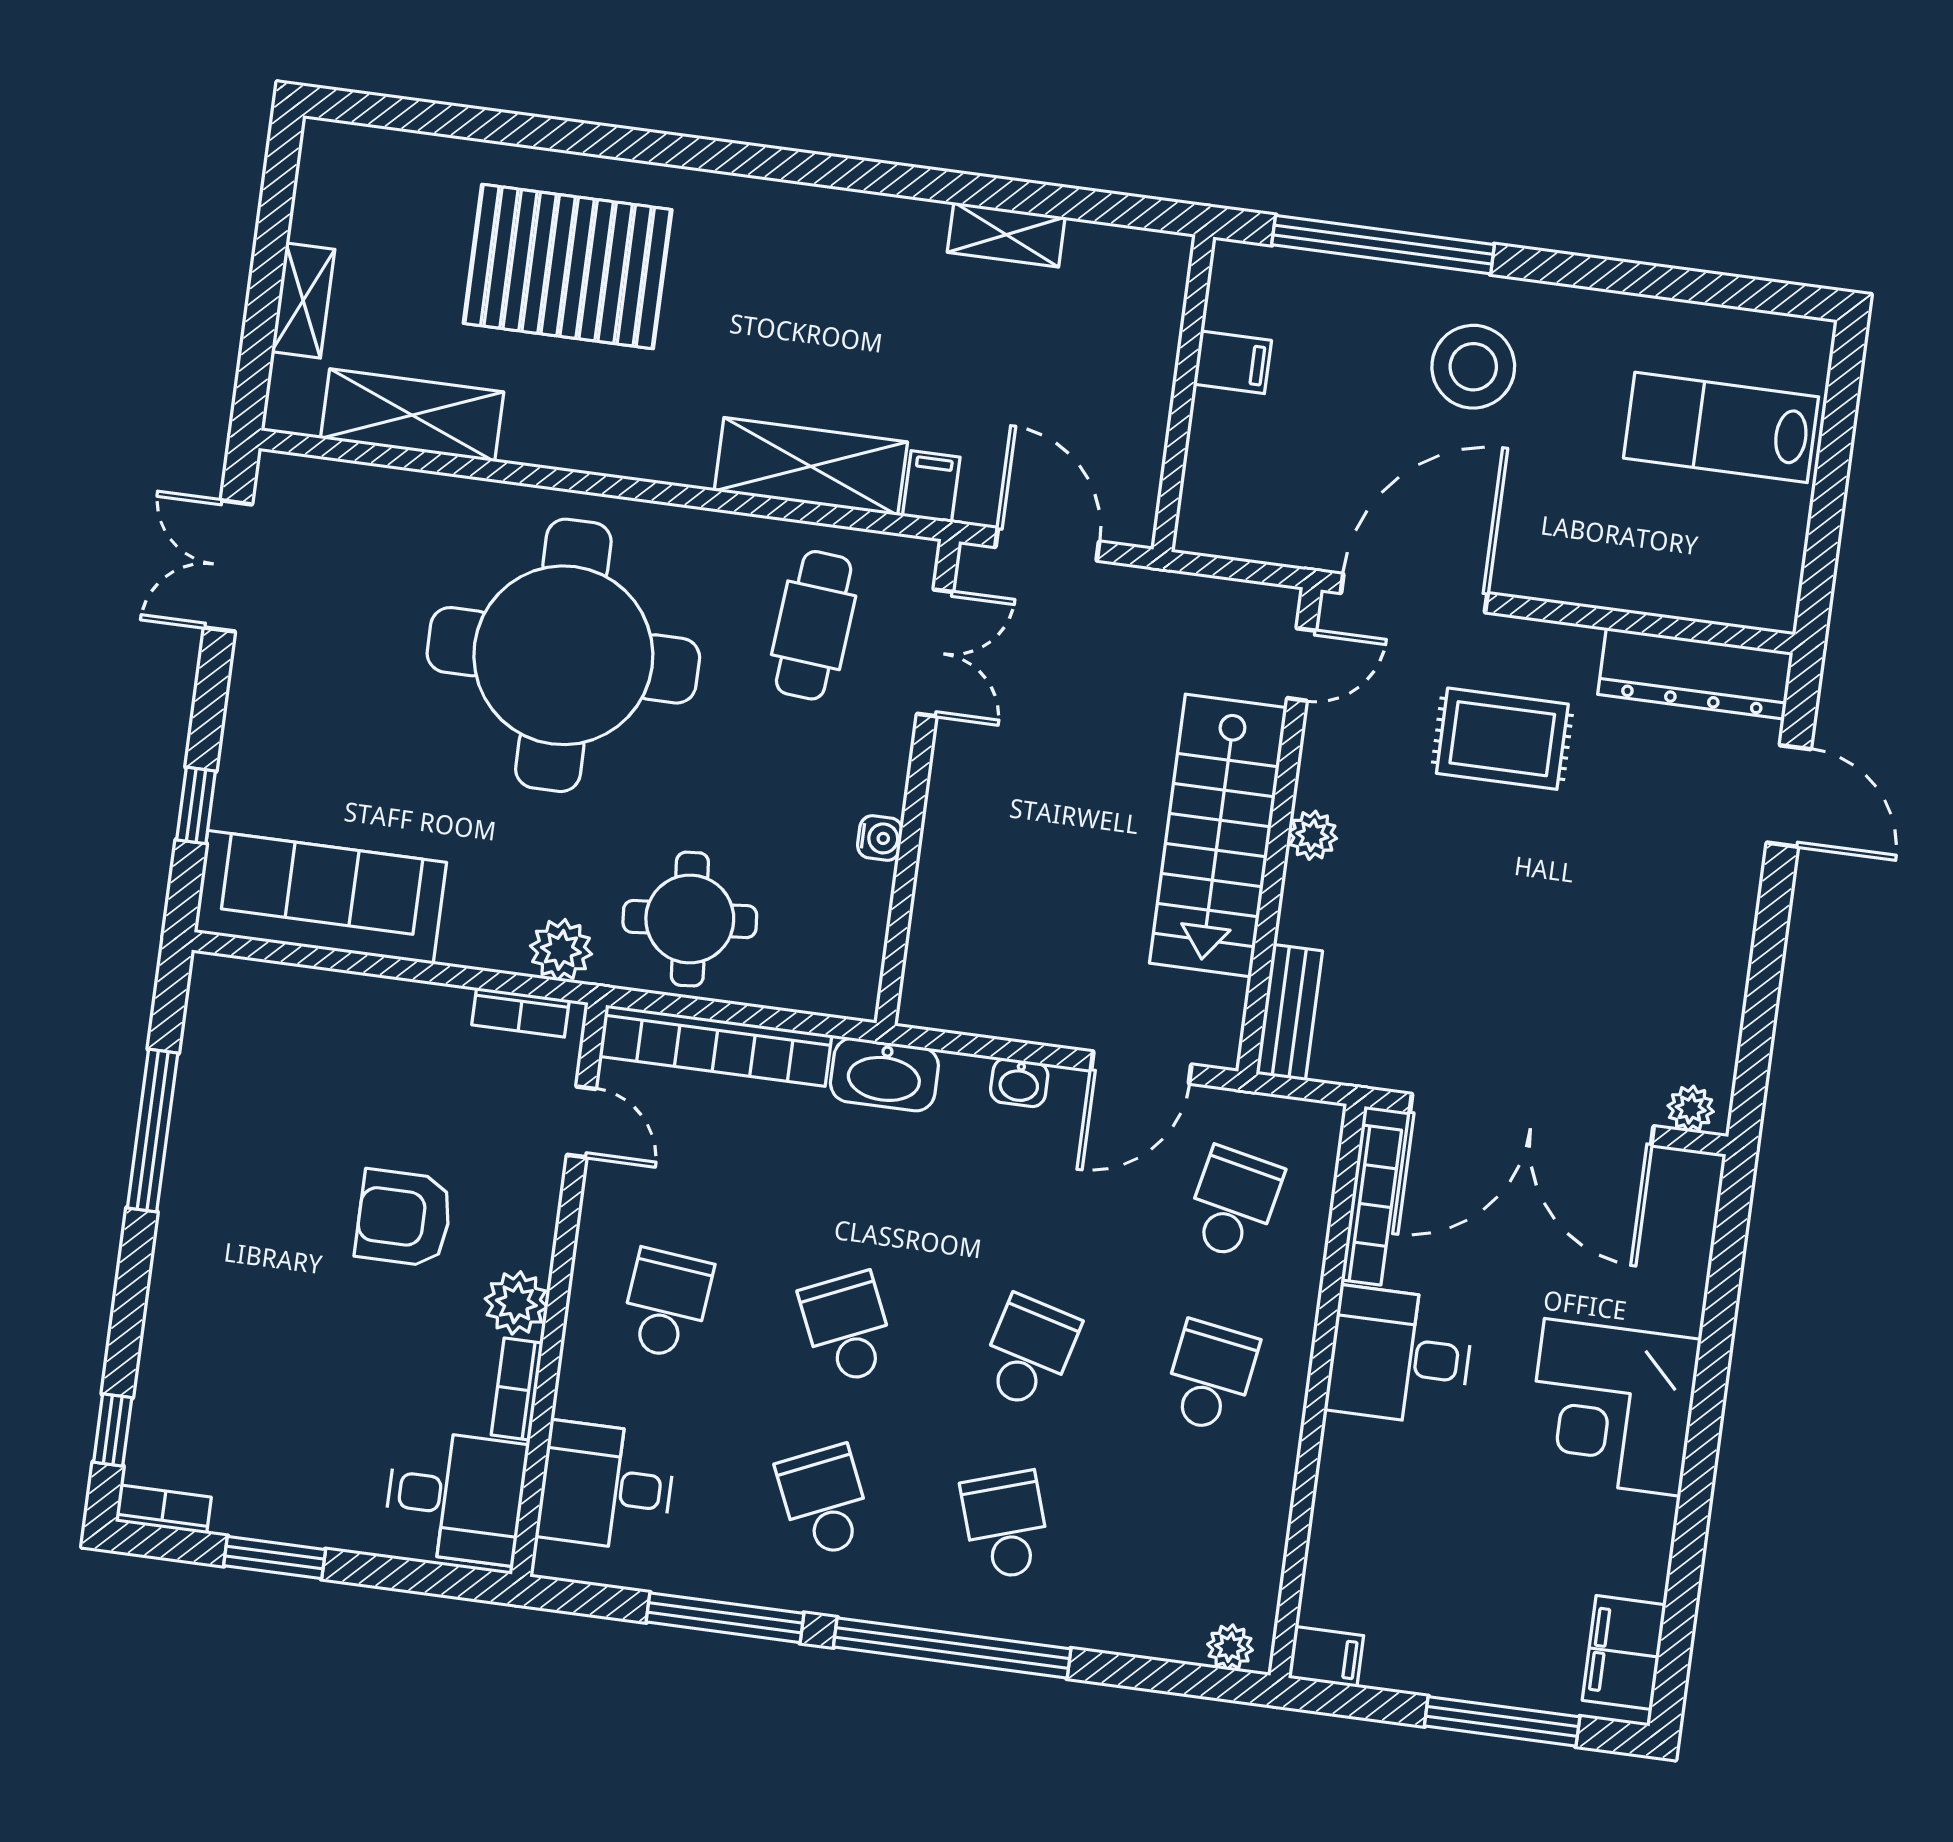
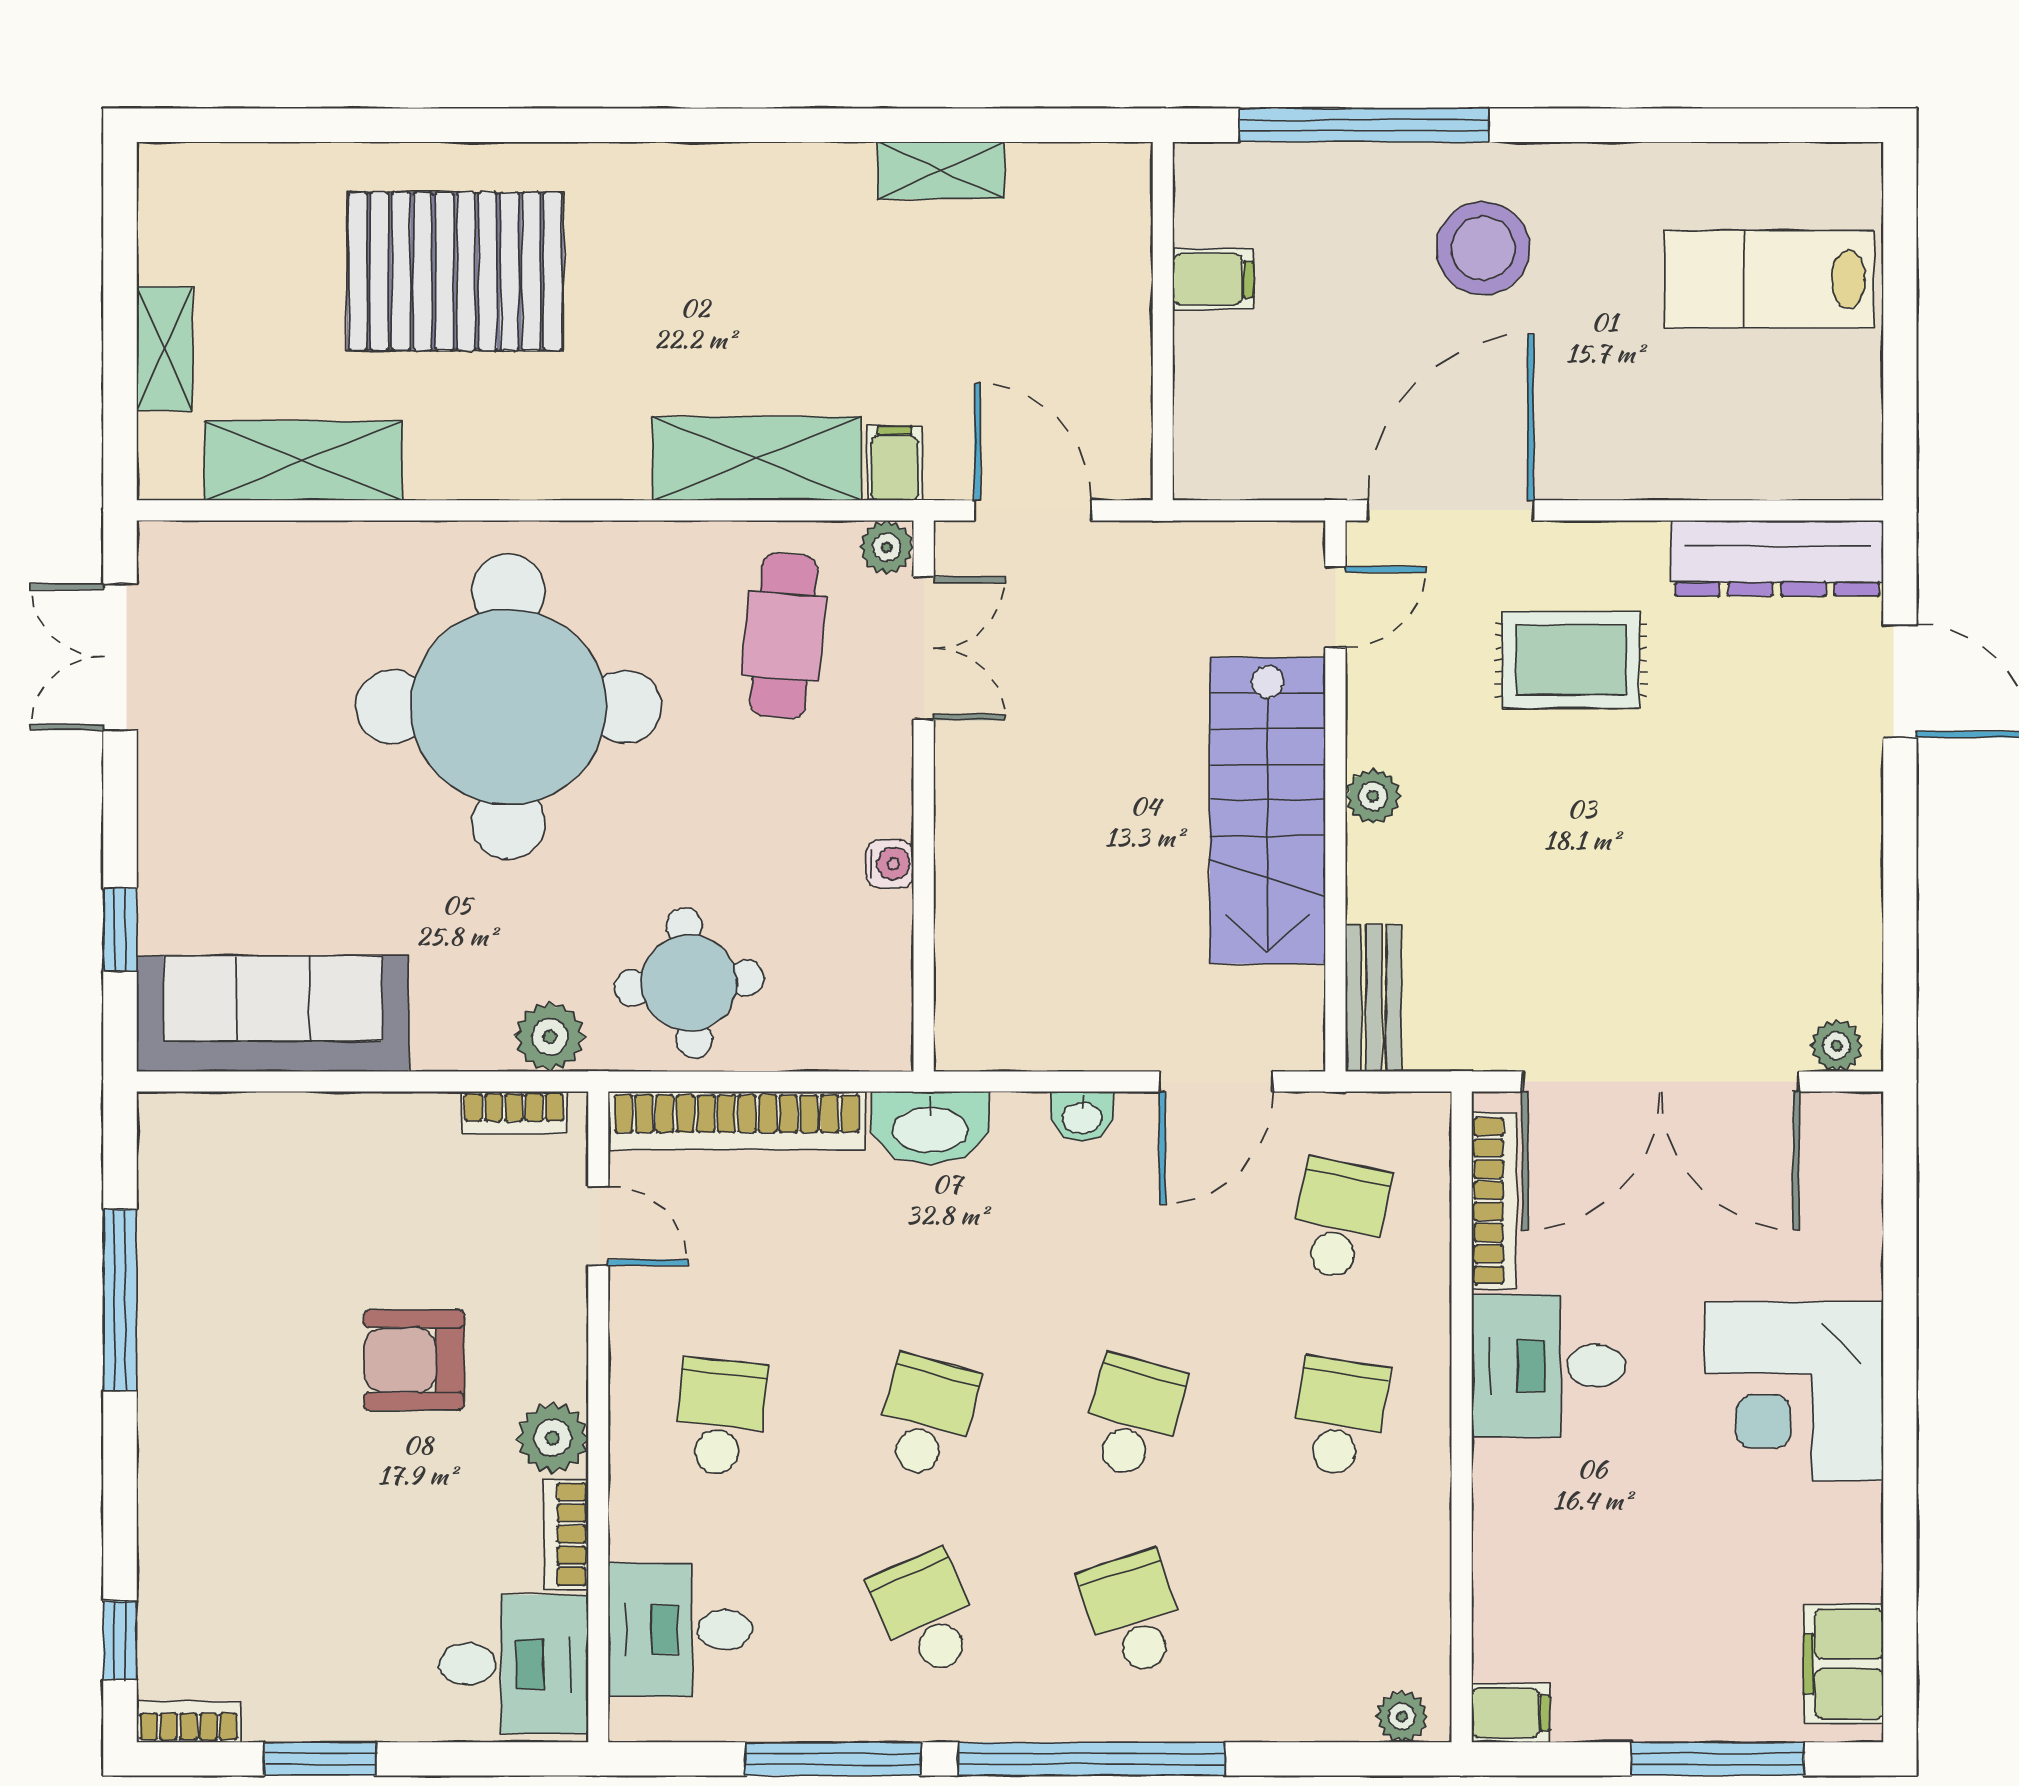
plant: (914, 559) -> (887, 547), added
school desk: (848, 1328) -> (927, 1417), turned 39

